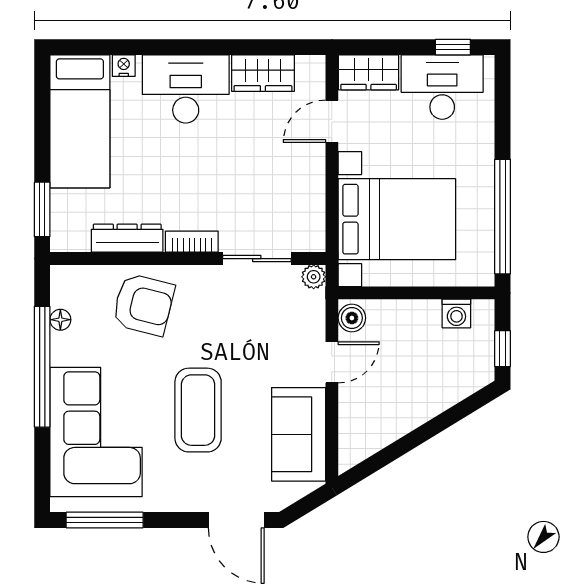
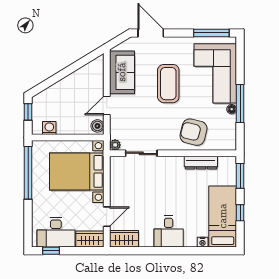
wardrobe: (263, 73) -> (124, 239), moved
desk: (186, 89) -> (169, 231), width x0.73
window: (42, 129) -> (240, 213), added
bookcase: (192, 242) -> (171, 161), removed
floor lamp: (60, 320) -> (232, 109), moved
window: (42, 367) -> (240, 104), width x0.68

